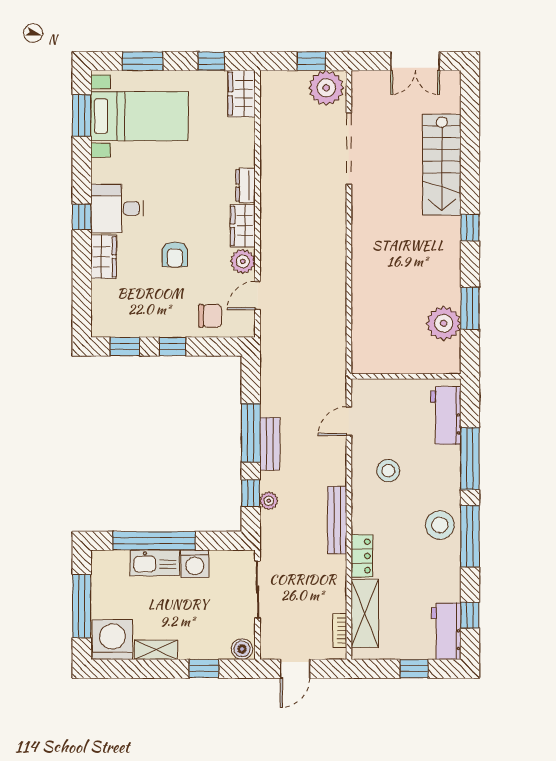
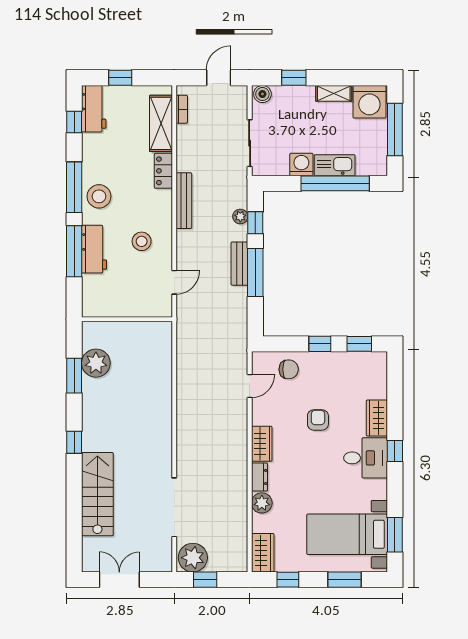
plant: (243, 261) -> (262, 503), moved
chair: (210, 316) -> (289, 369), turned 180
workbench: (446, 415) -> (94, 249), moved

